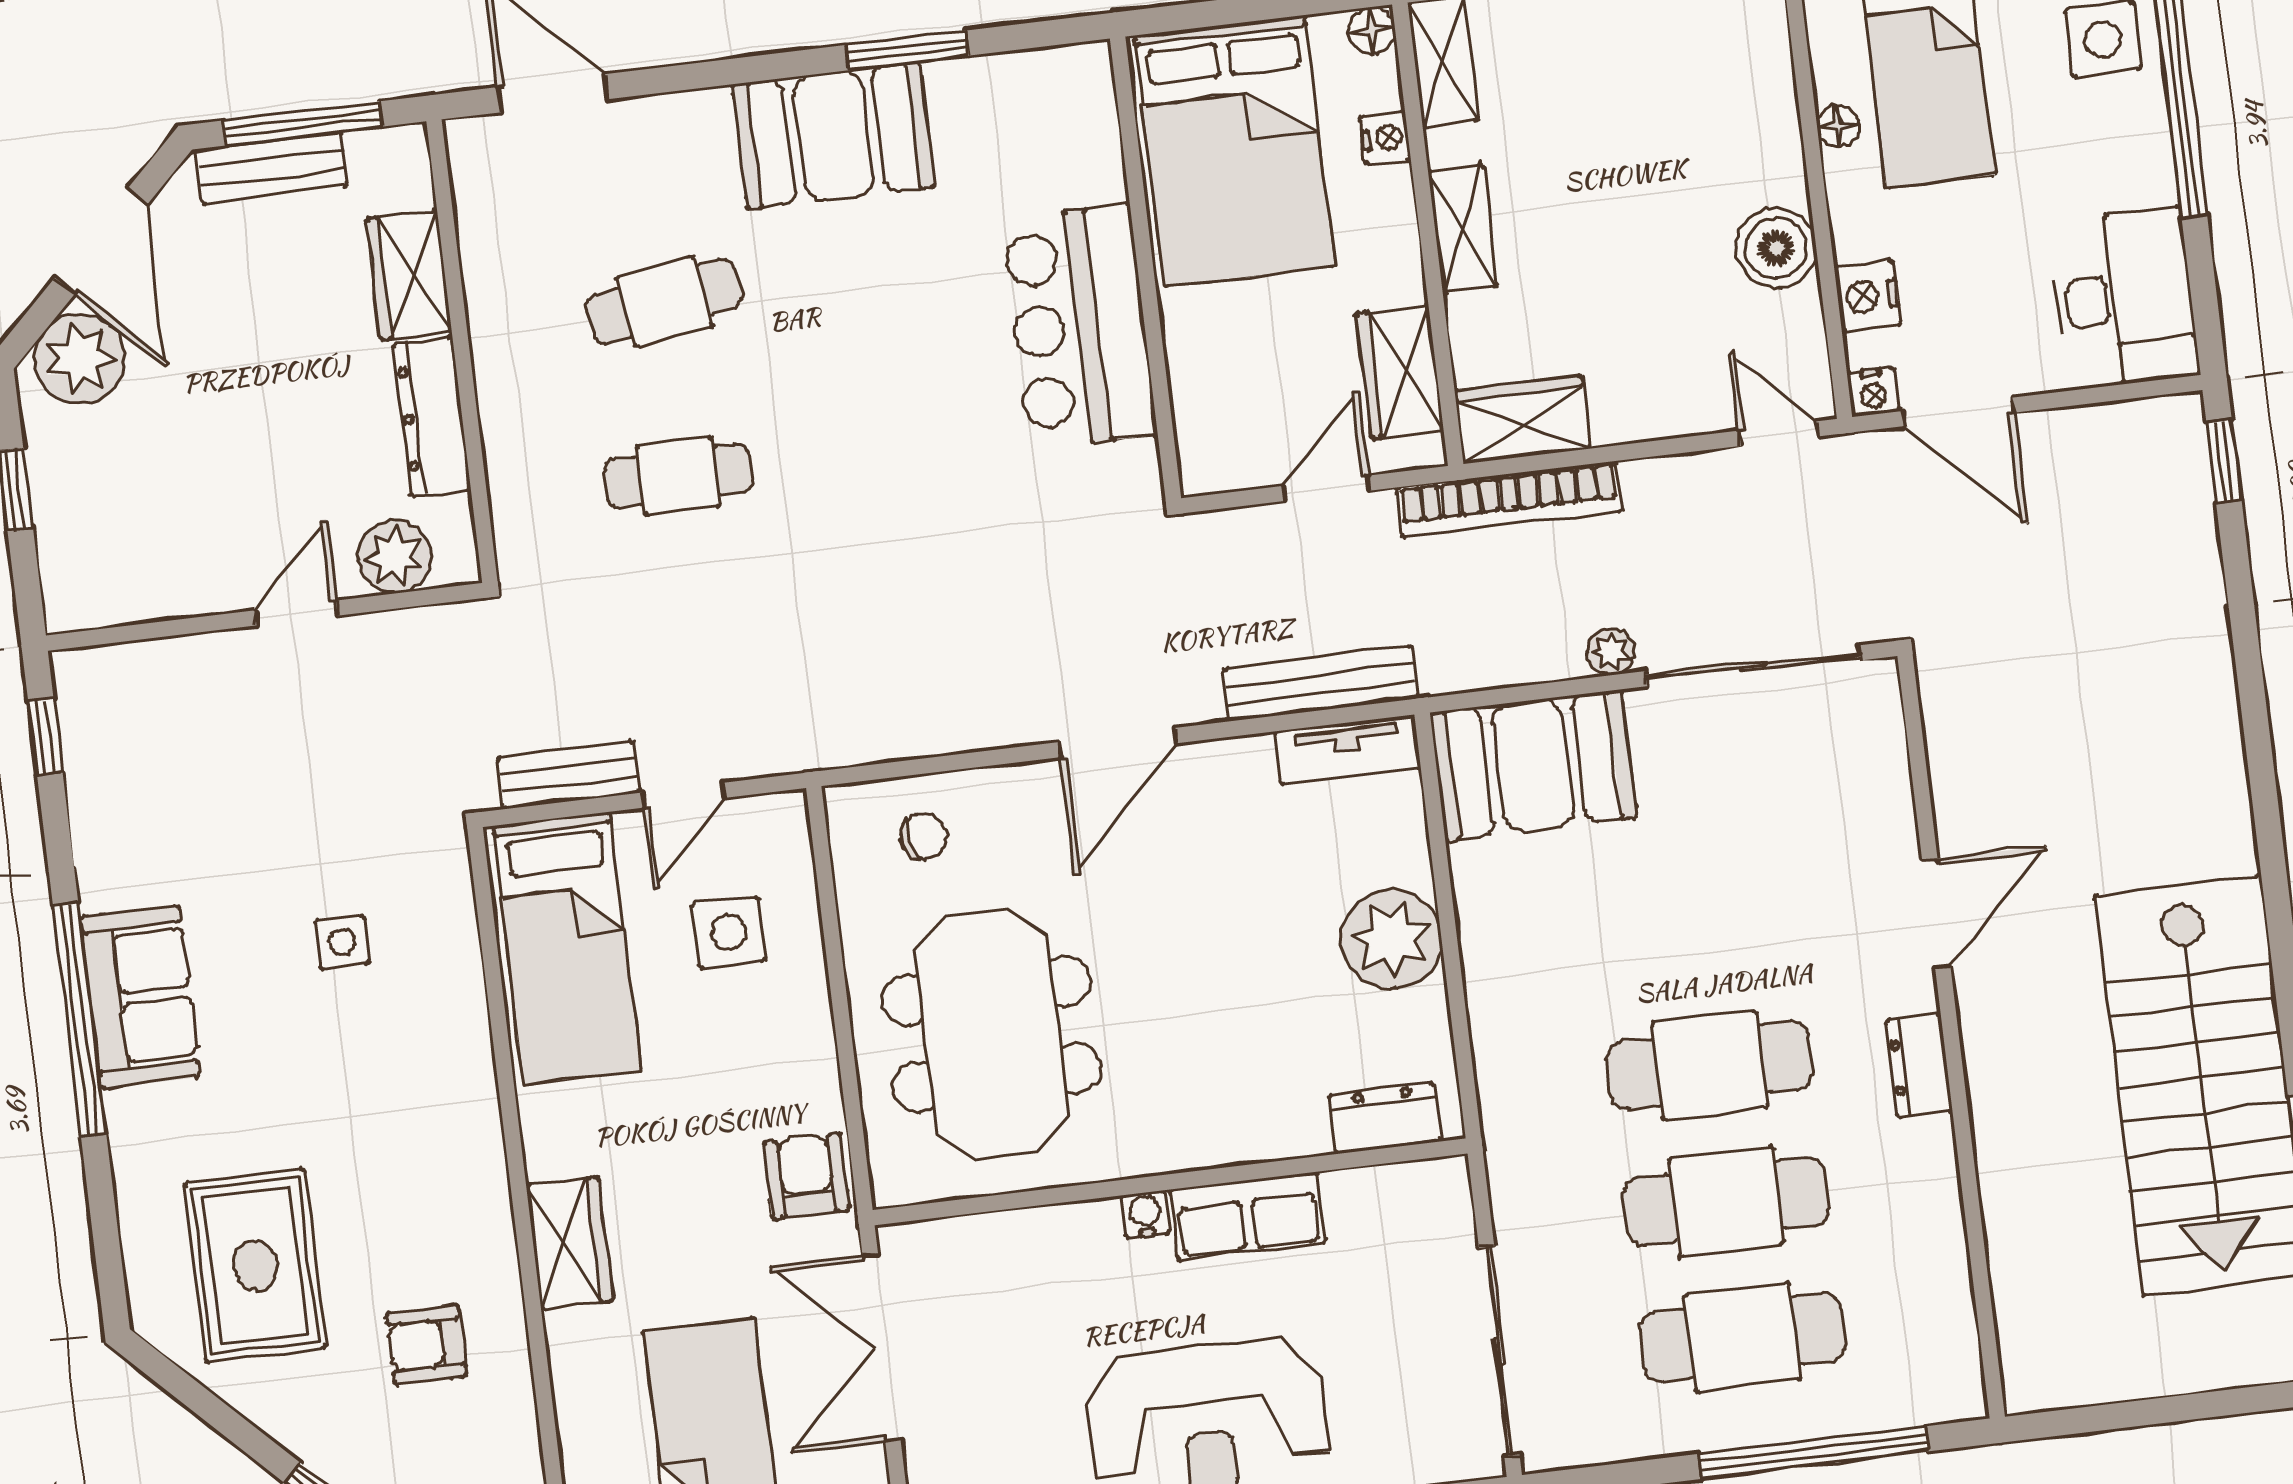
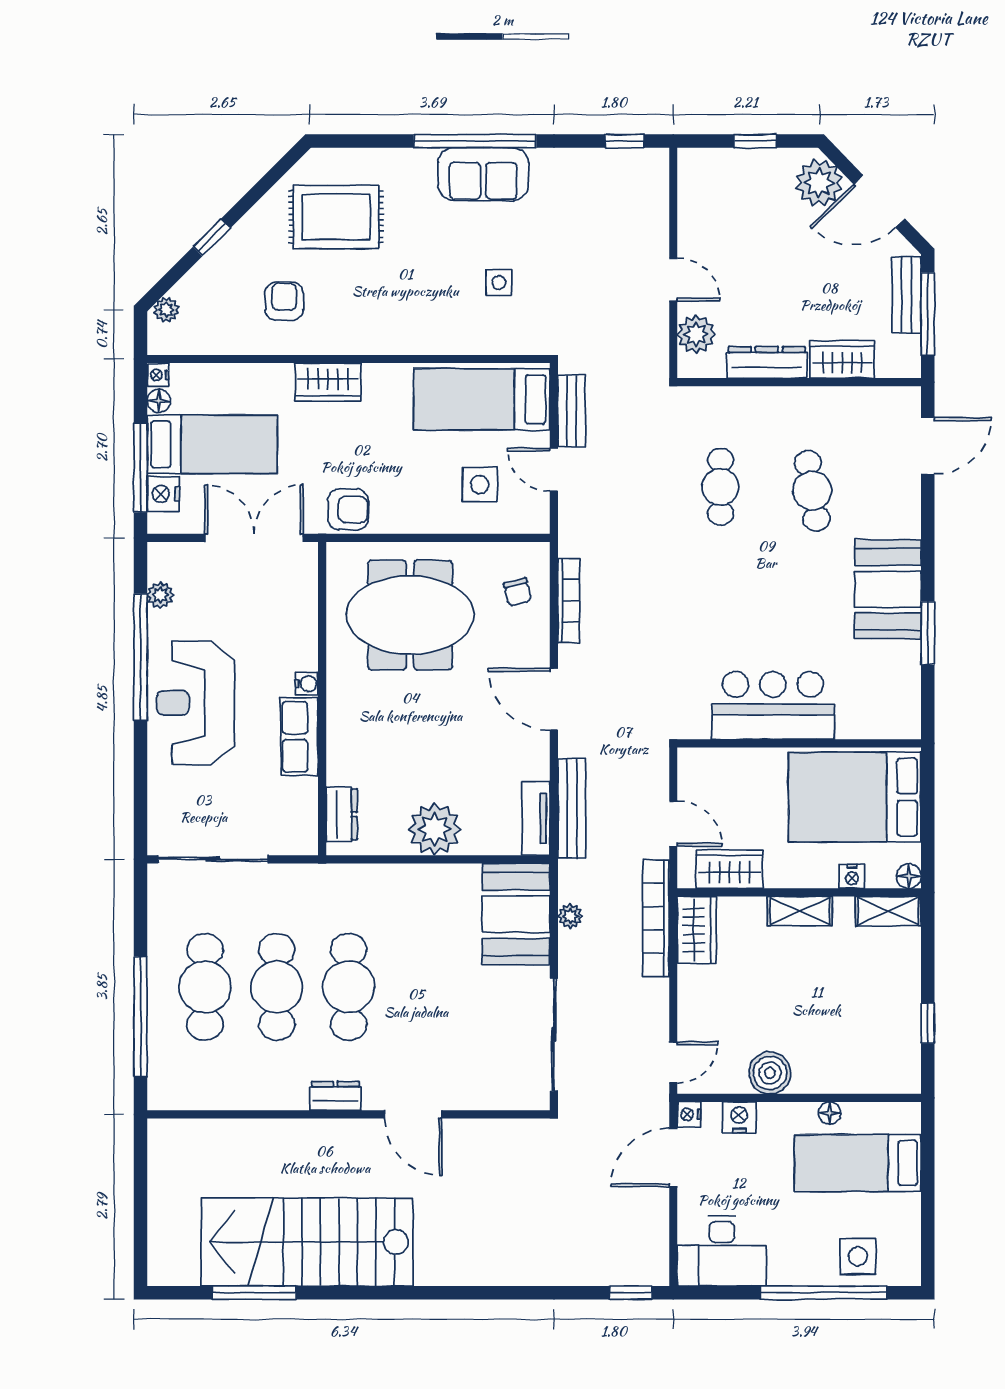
plant: (1611, 652) -> (570, 916), moved
bookcase: (928, 737) -> (569, 601), added

